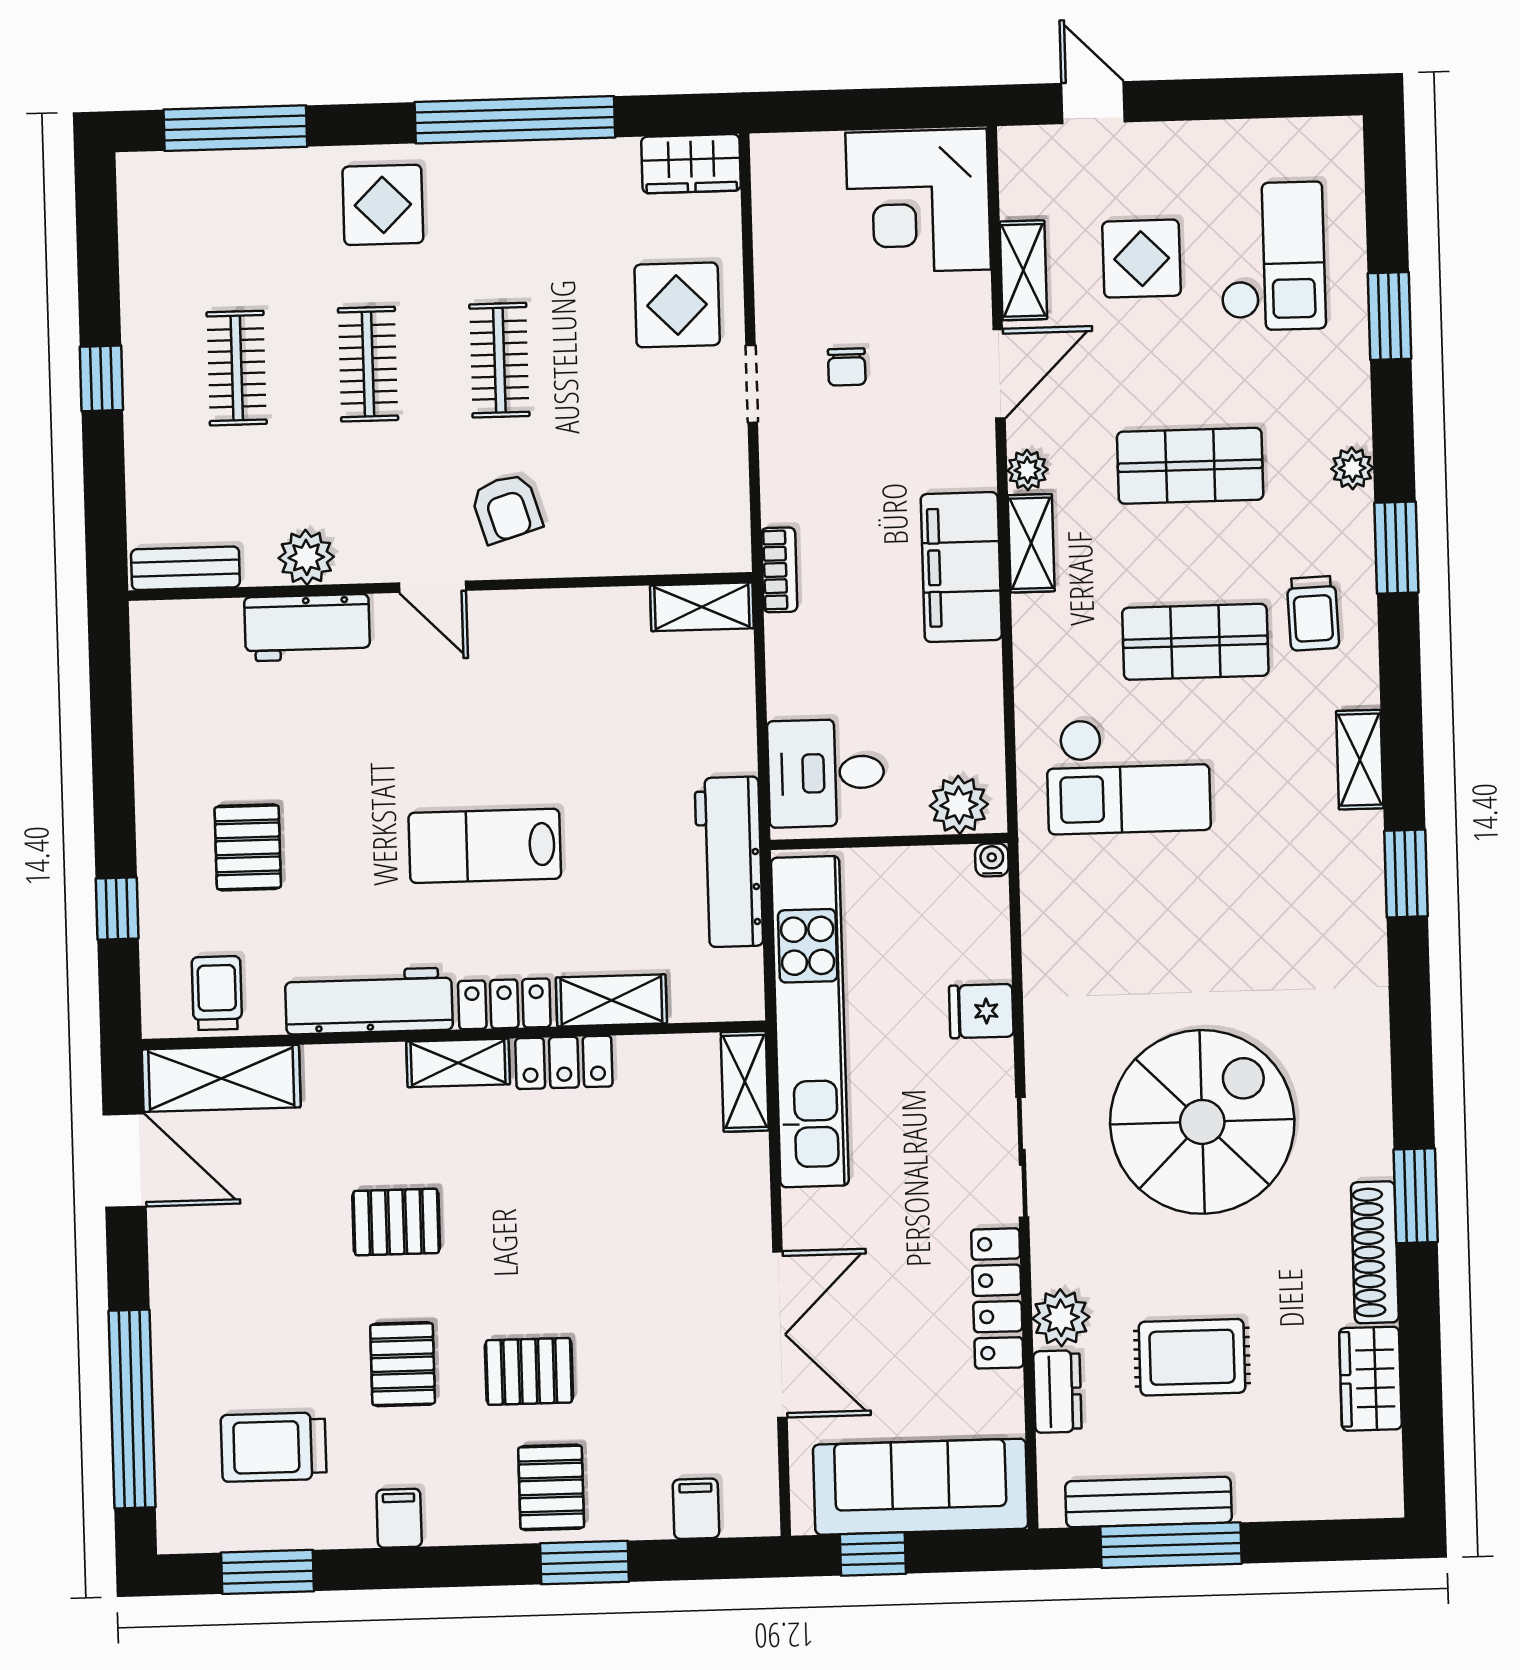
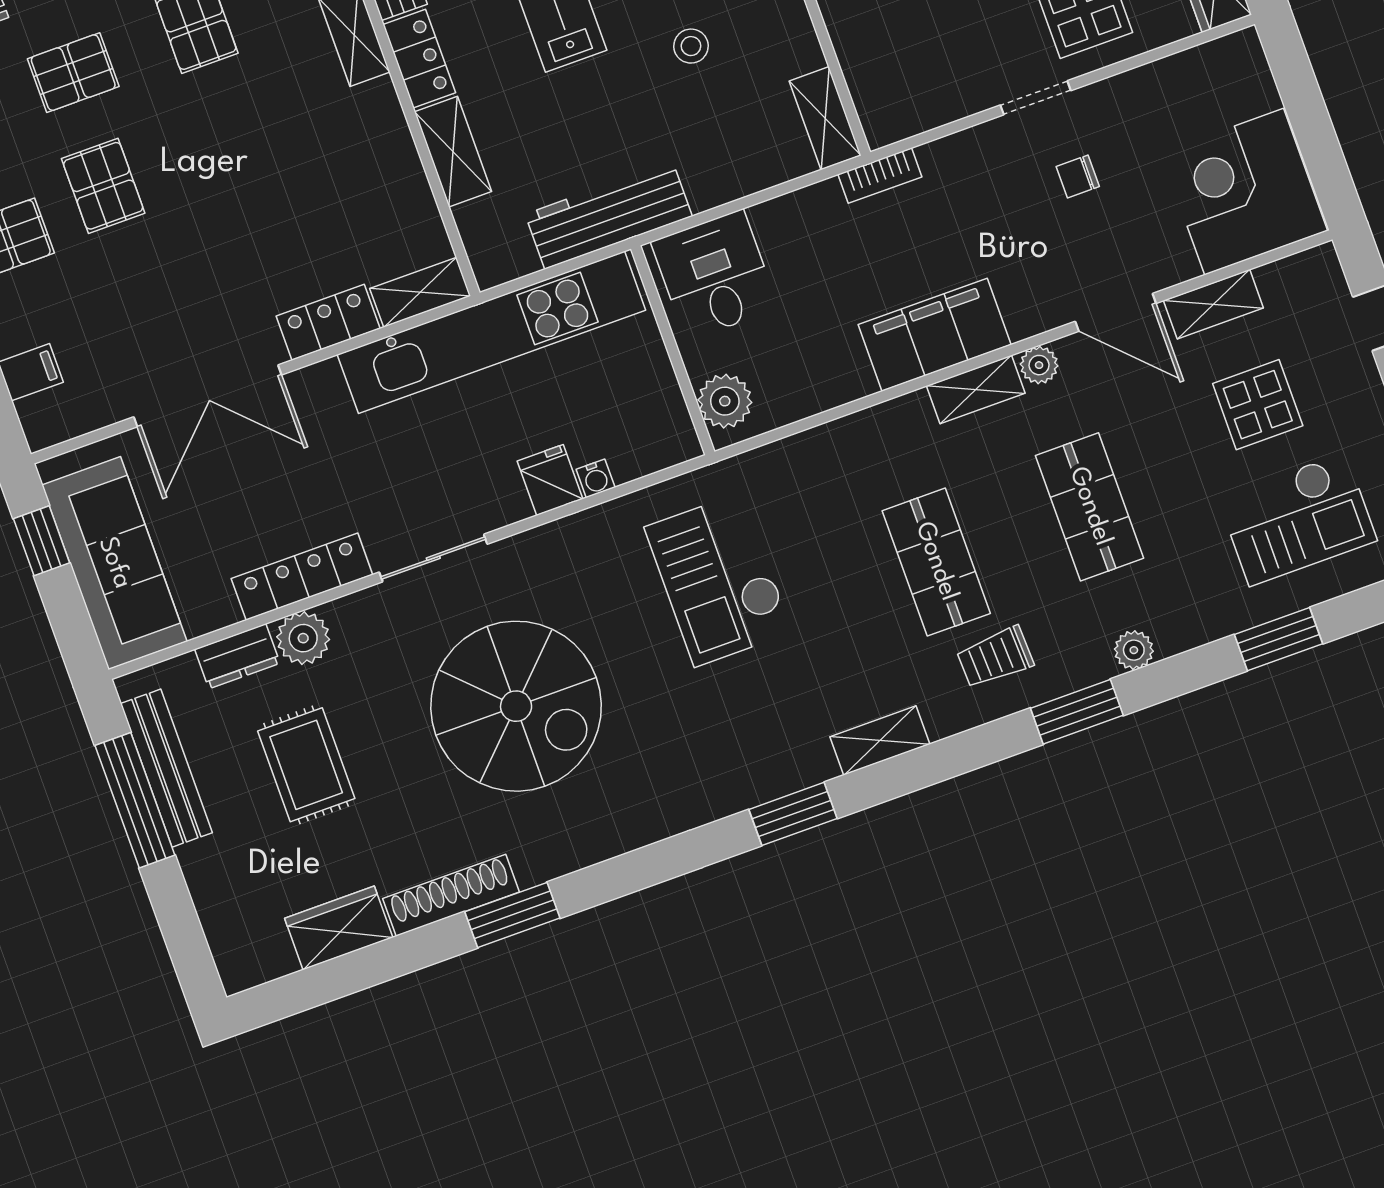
stool: (583, 720) -> (691, 46), added
checkout: (1128, 775) -> (718, 580), moved
water cooler: (992, 860) -> (596, 478), moved, turned 90
locker: (564, 1062) -> (328, 322), moved, turned 90

